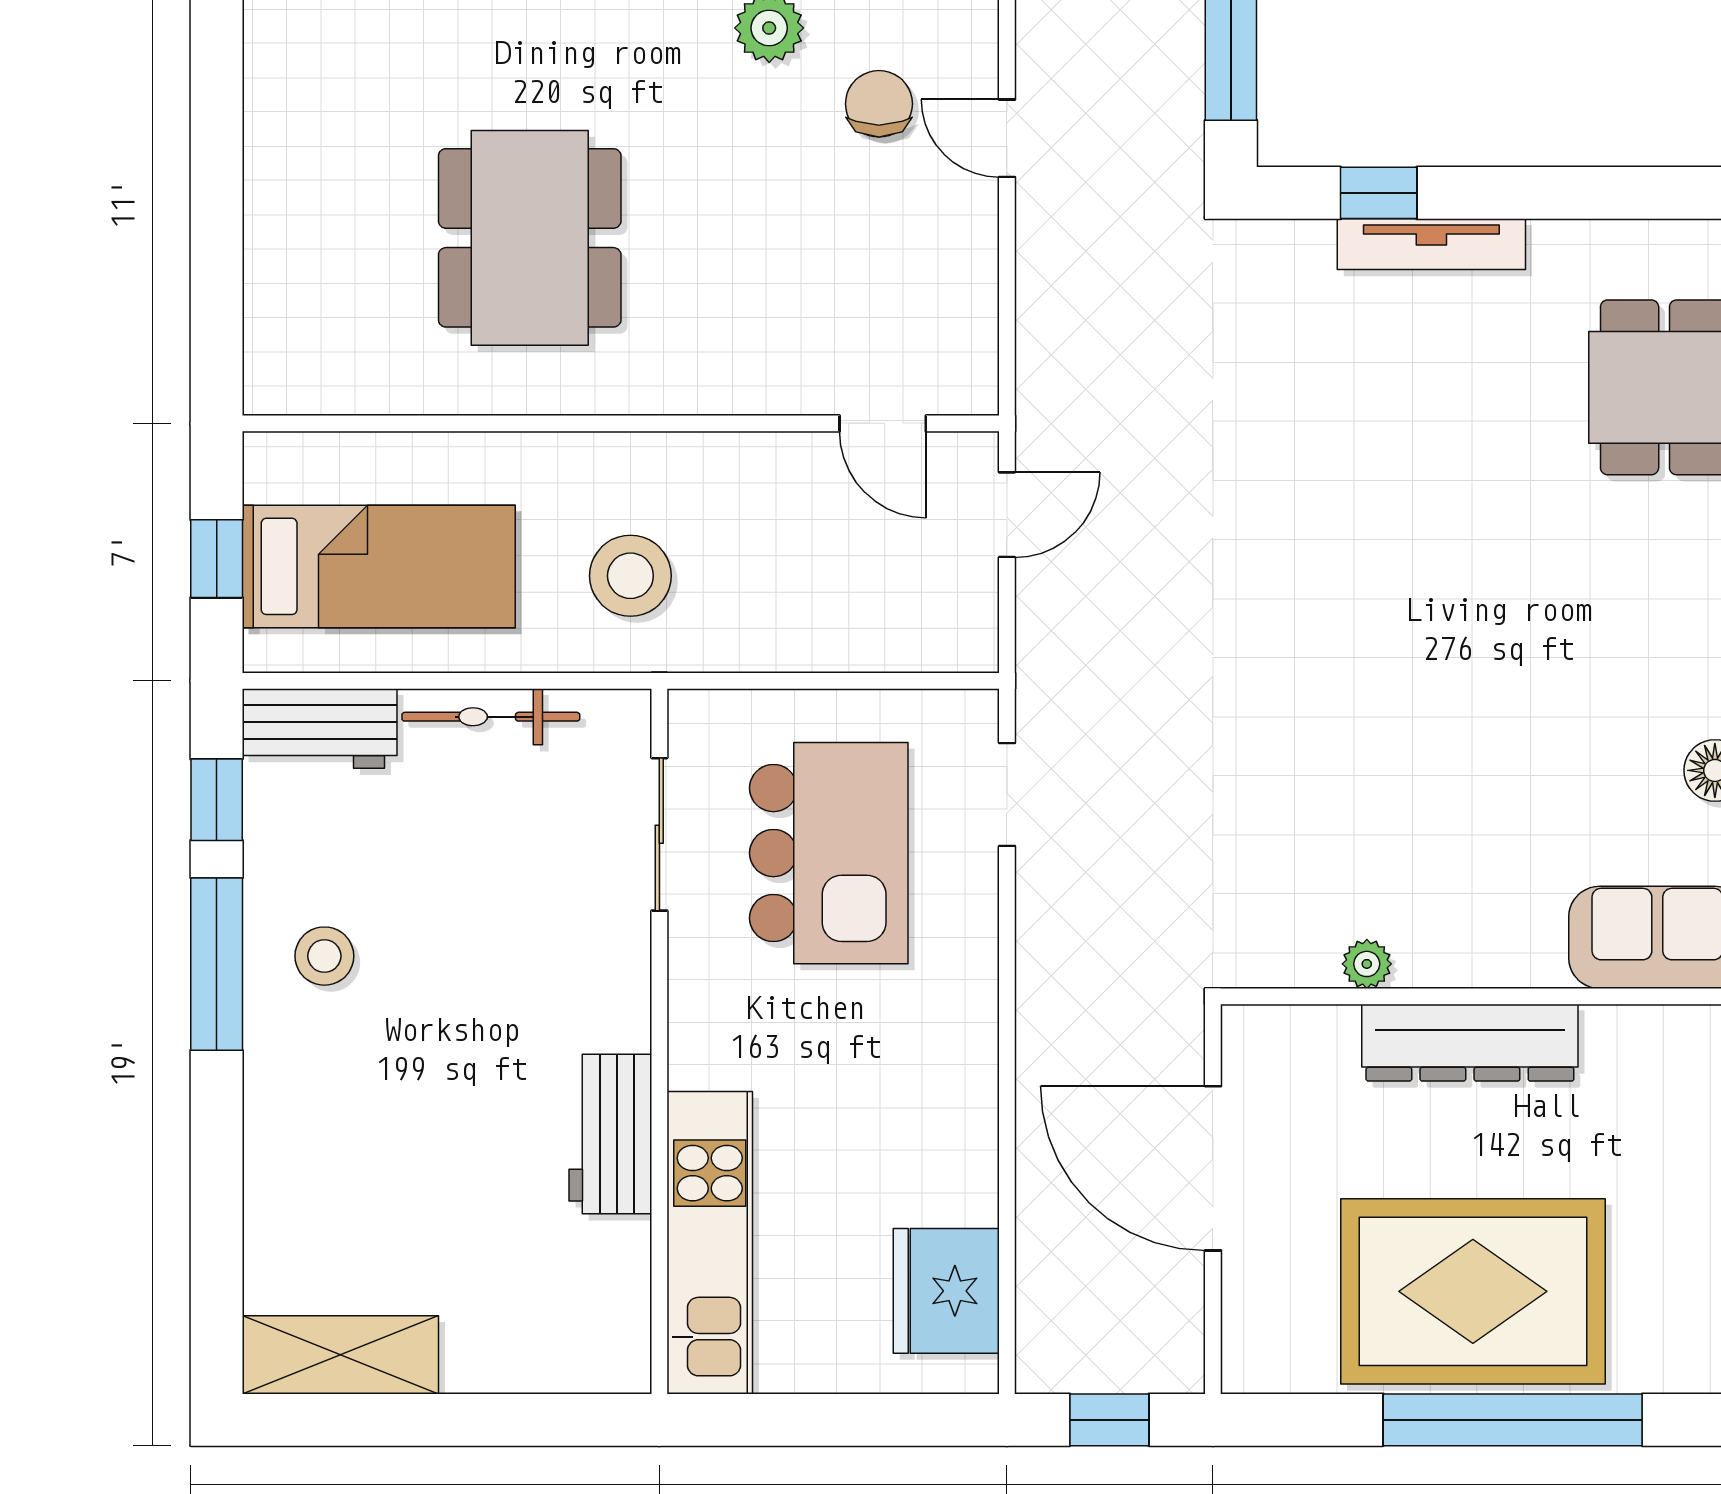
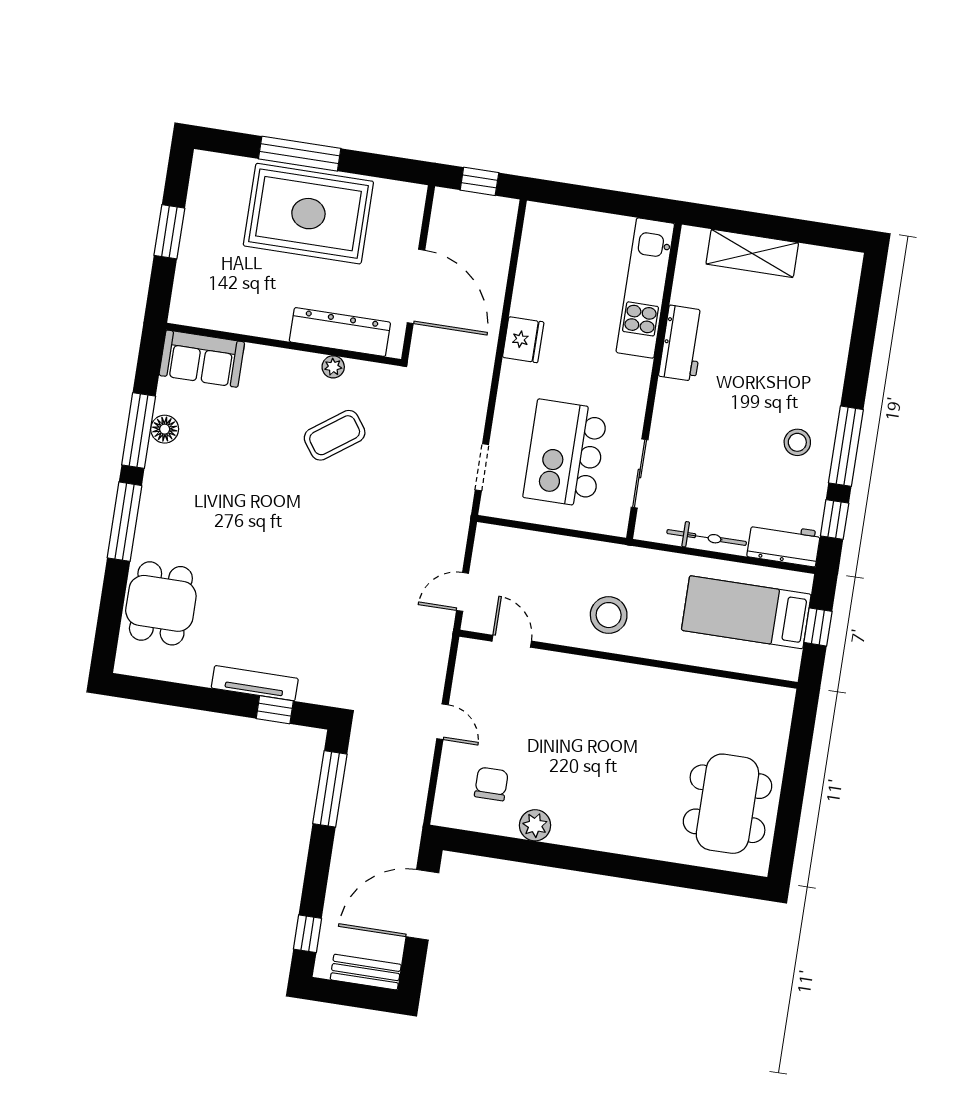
chair: (879, 104) -> (491, 784), turned 180
door: (1007, 138) -> (442, 722), moved
dining table: (530, 238) -> (727, 804), moved
stool: (630, 576) -> (609, 615), moved
coffee table: (1341, 815) -> (335, 435), added
dresser: (1470, 1043) -> (340, 332), moved
fridge: (946, 1291) -> (523, 340), moved, width x0.73, depth x0.75
shelving: (340, 1355) -> (752, 253), moved
window: (1513, 1420) -> (300, 154), width x0.68

